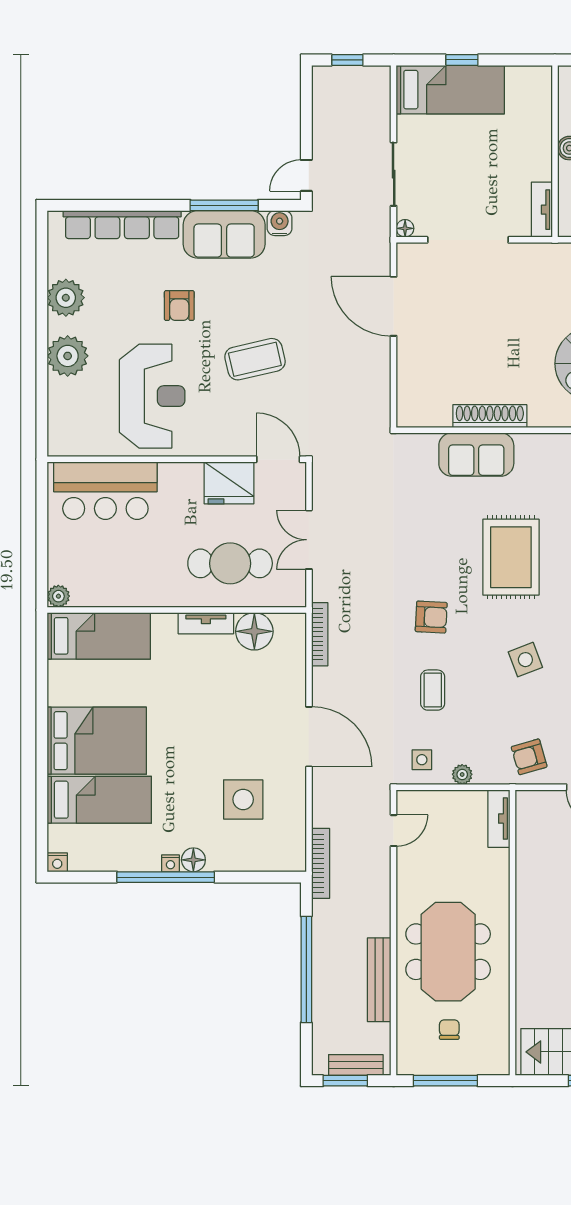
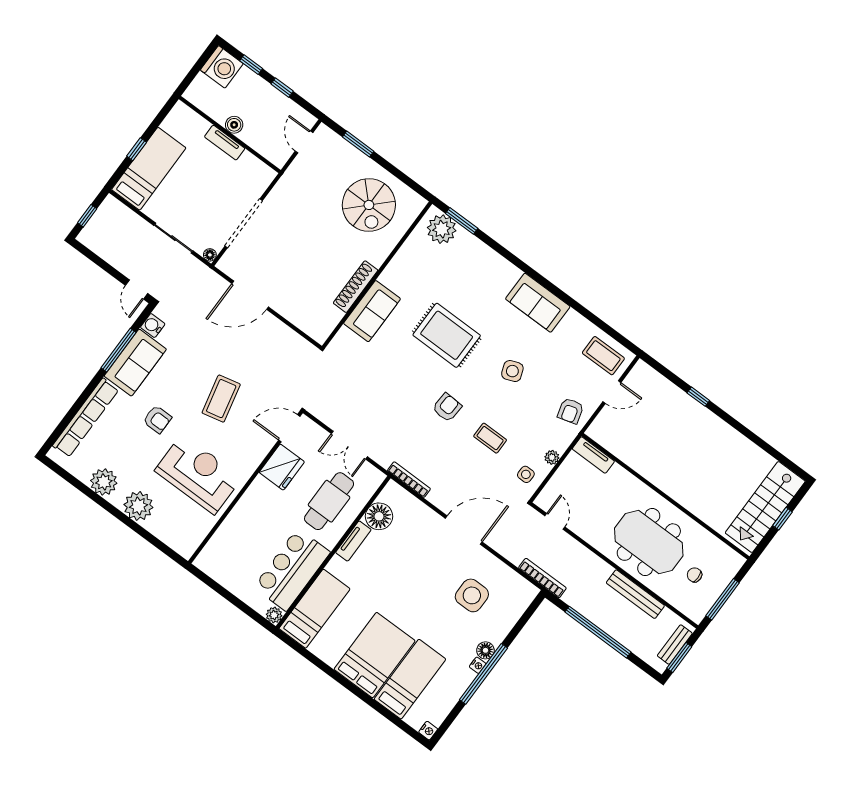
tv unit: (542, 210) -> (225, 143), moved
bar counter: (105, 491) -> (292, 570), moved, turned 180

